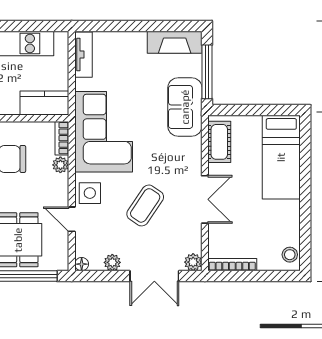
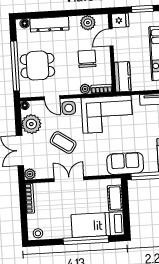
cot: (219, 142) -> (115, 198), moved, turned 90
window: (305, 178) -> (86, 240), added
double door: (205, 199) -> (69, 179), swing flipped
door: (72, 219) -> (52, 98), swing flipped
plant: (112, 262) -> (31, 124), width x1.87, depth x1.87

